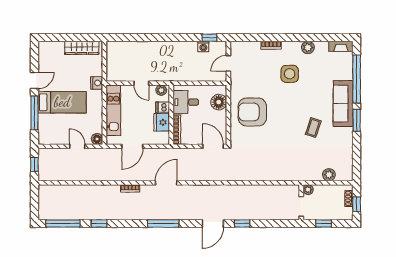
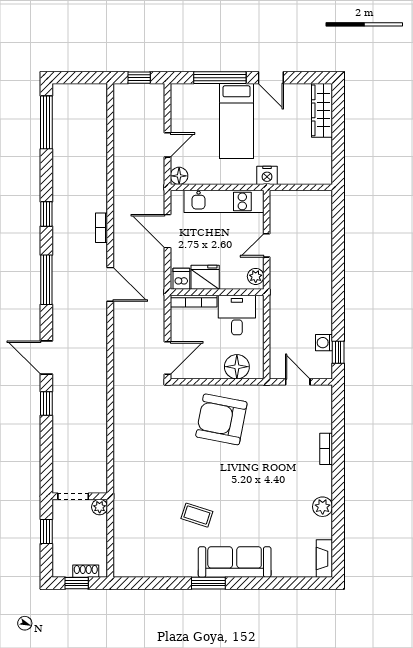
wardrobe: (82, 48) -> (322, 110), moved
side table: (290, 74) -> (281, 478), removed
window: (357, 79) -> (273, 583), removed
dishwasher: (163, 107) -> (181, 279), moved
armchair: (252, 112) -> (221, 419), turned -79
plant: (329, 175) -> (123, 540), removed
window: (99, 224) -> (46, 214), moved

